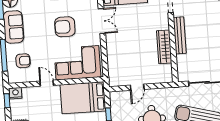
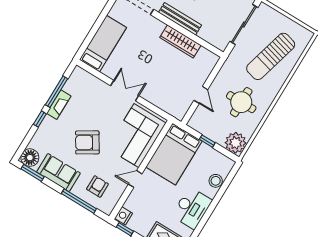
double door: (102, 21) -> (125, 91), moved
armchair: (65, 27) -> (87, 142), moved, turned 58

